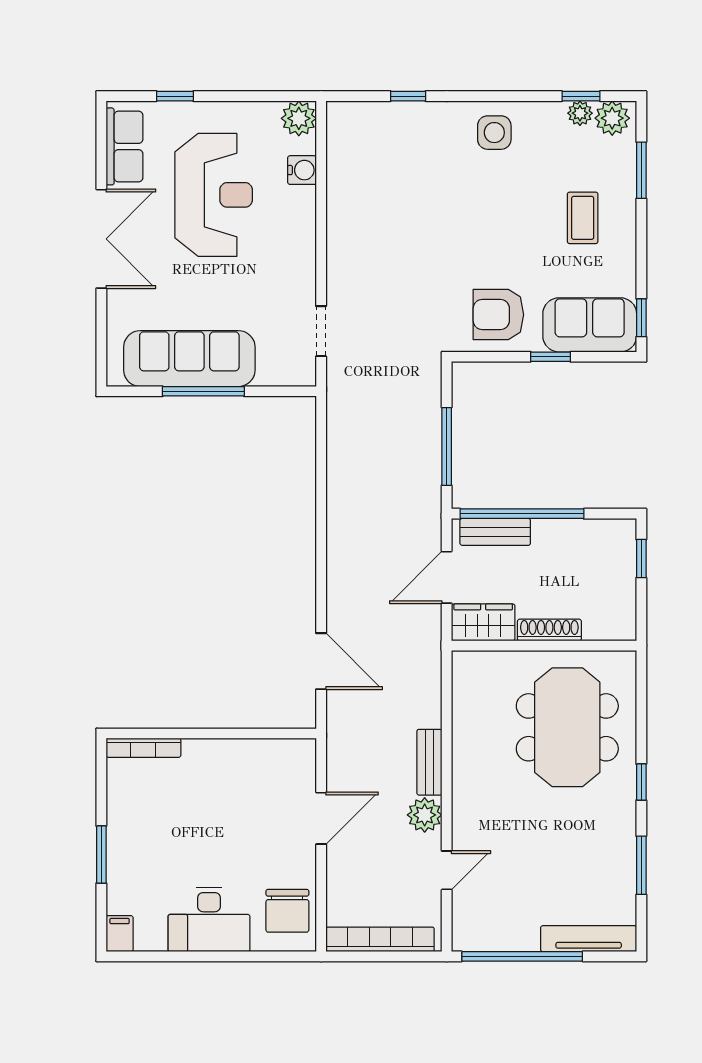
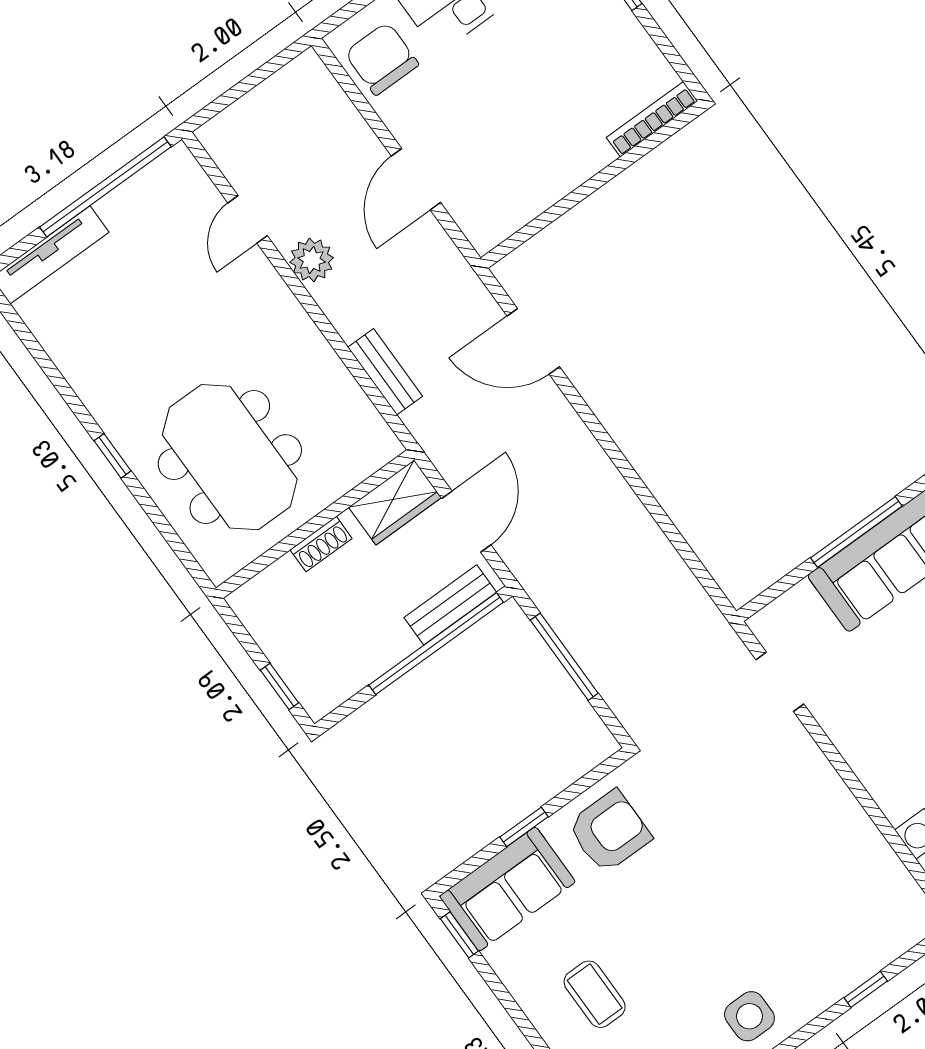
shoe rack: (549, 630) -> (321, 544), width x0.70
bench: (429, 762) -> (385, 372), moved
window: (641, 865) -> (50, 370), removed
bookcase: (380, 939) -> (265, 98), removed

